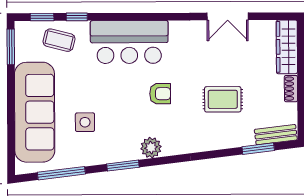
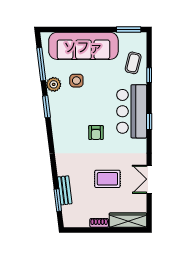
window: (42, 17) -> (149, 122), moved
rug: (223, 99) -> (107, 179), moved, turned 90
bench: (276, 135) -> (65, 190), moved
plant: (151, 148) -> (54, 84), moved

